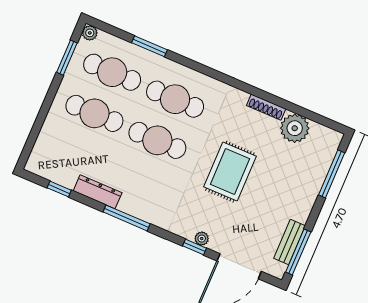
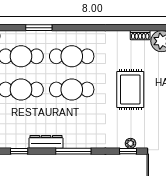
shoe rack: (266, 107) -> (140, 35), width x0.70

